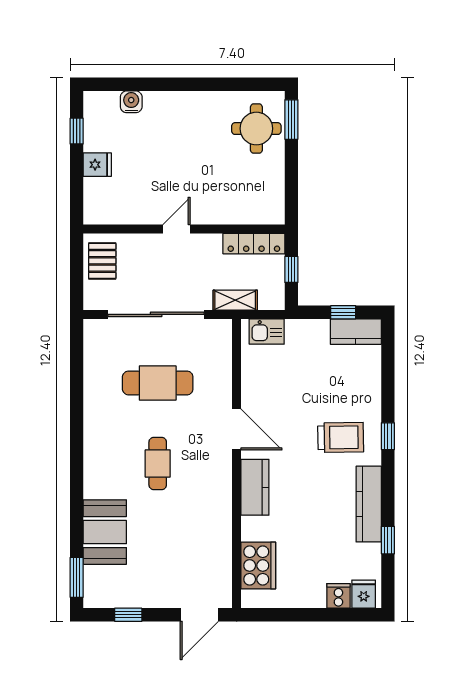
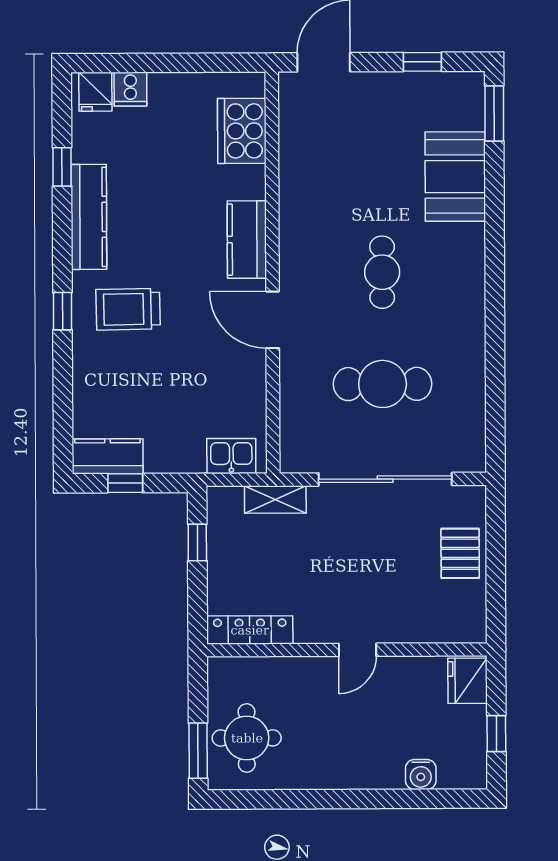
fridge: (97, 165) -> (468, 681), width x1.38
door: (176, 229) -> (357, 650), moved
wall: (184, 229) -> (347, 650), moved
locker: (254, 244) -> (250, 630), moved

